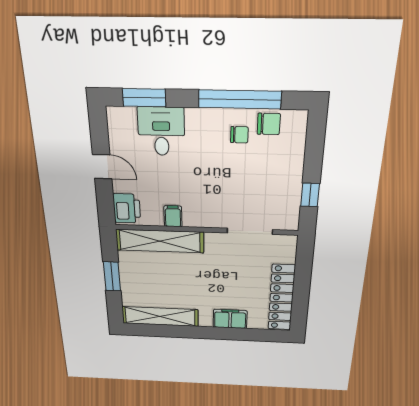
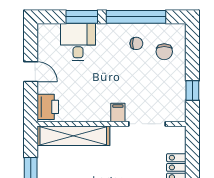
window: (144, 98) -> (82, 17), moved
chair: (269, 124) -> (164, 52), moved, turned 90
filing cabinet: (173, 216) -> (118, 113), moved

